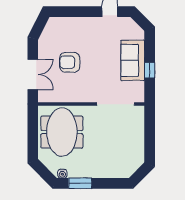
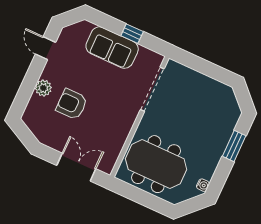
plant: (80, 24) -> (43, 88), added
armchair: (70, 62) -> (72, 104), moved, turned 90
window: (80, 183) -> (234, 146), moved

